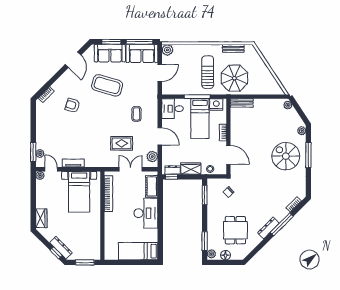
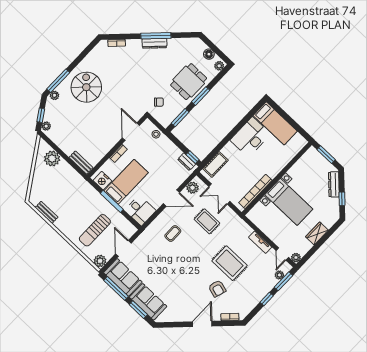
door: (73, 60) -> (202, 324), moved
sun lounger: (208, 72) -> (95, 230), moved
door: (160, 73) -> (123, 248), hinge flipped
parasol: (234, 78) -> (68, 188), removed
coffee table: (107, 85) -> (175, 278), removed
plant: (264, 87) -> (52, 159), added
window: (298, 109) -> (41, 115), added
window: (33, 130) -> (267, 299), added
rug: (80, 130) -> (230, 263), added
door: (160, 136) -> (171, 198), swing flipped
window: (308, 155) -> (58, 81), moved
spiral stairs: (286, 156) -> (86, 87), turned 180
wardrobe: (191, 169) -> (171, 149), removed
bed with nightstands: (79, 192) -> (289, 202), moved, turned 90
desk: (146, 213) -> (250, 137), moved
wardrobe: (41, 218) -> (317, 233), moved
window: (282, 224) -> (156, 36), moved
dining table: (235, 230) -> (189, 82), moved
window: (205, 241) -> (201, 96), moved
window: (56, 253) -> (342, 199), moved

